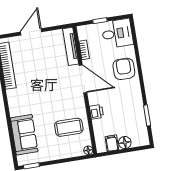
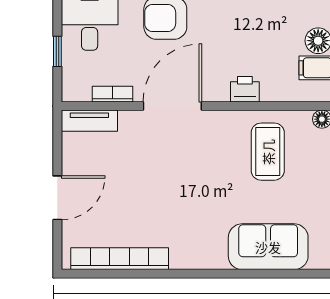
door: (31, 32) -> (57, 198), swing flipped
tv unit: (71, 46) -> (89, 121), width x0.71

